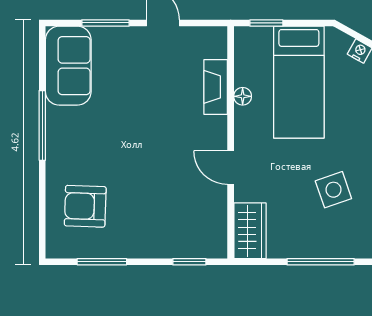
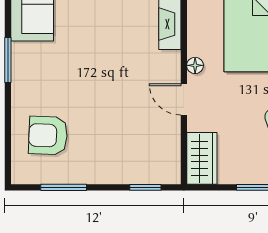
floor lamp: (243, 96) -> (195, 65), moved
window: (42, 125) -> (8, 60), width x0.69

